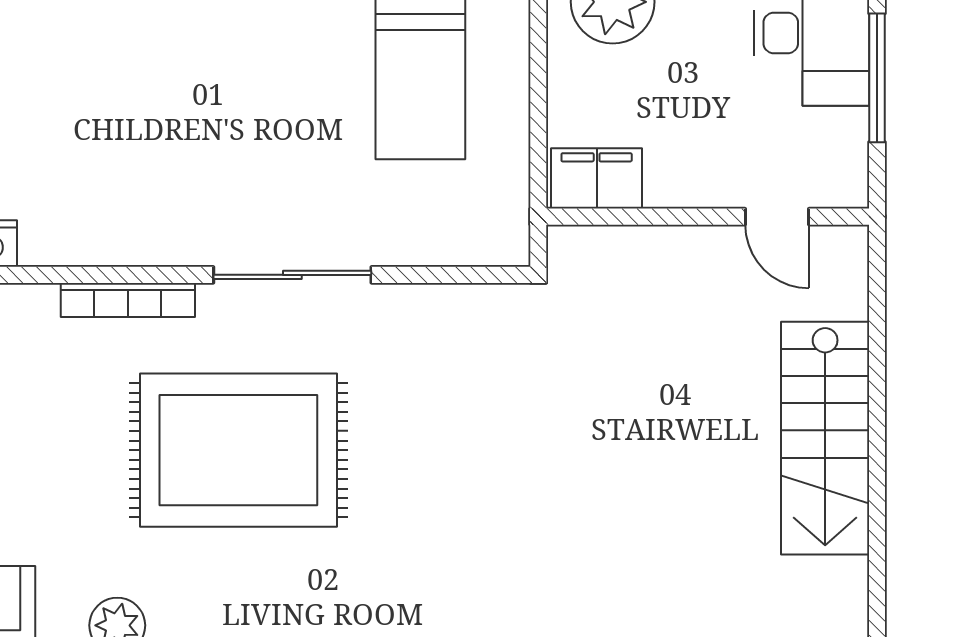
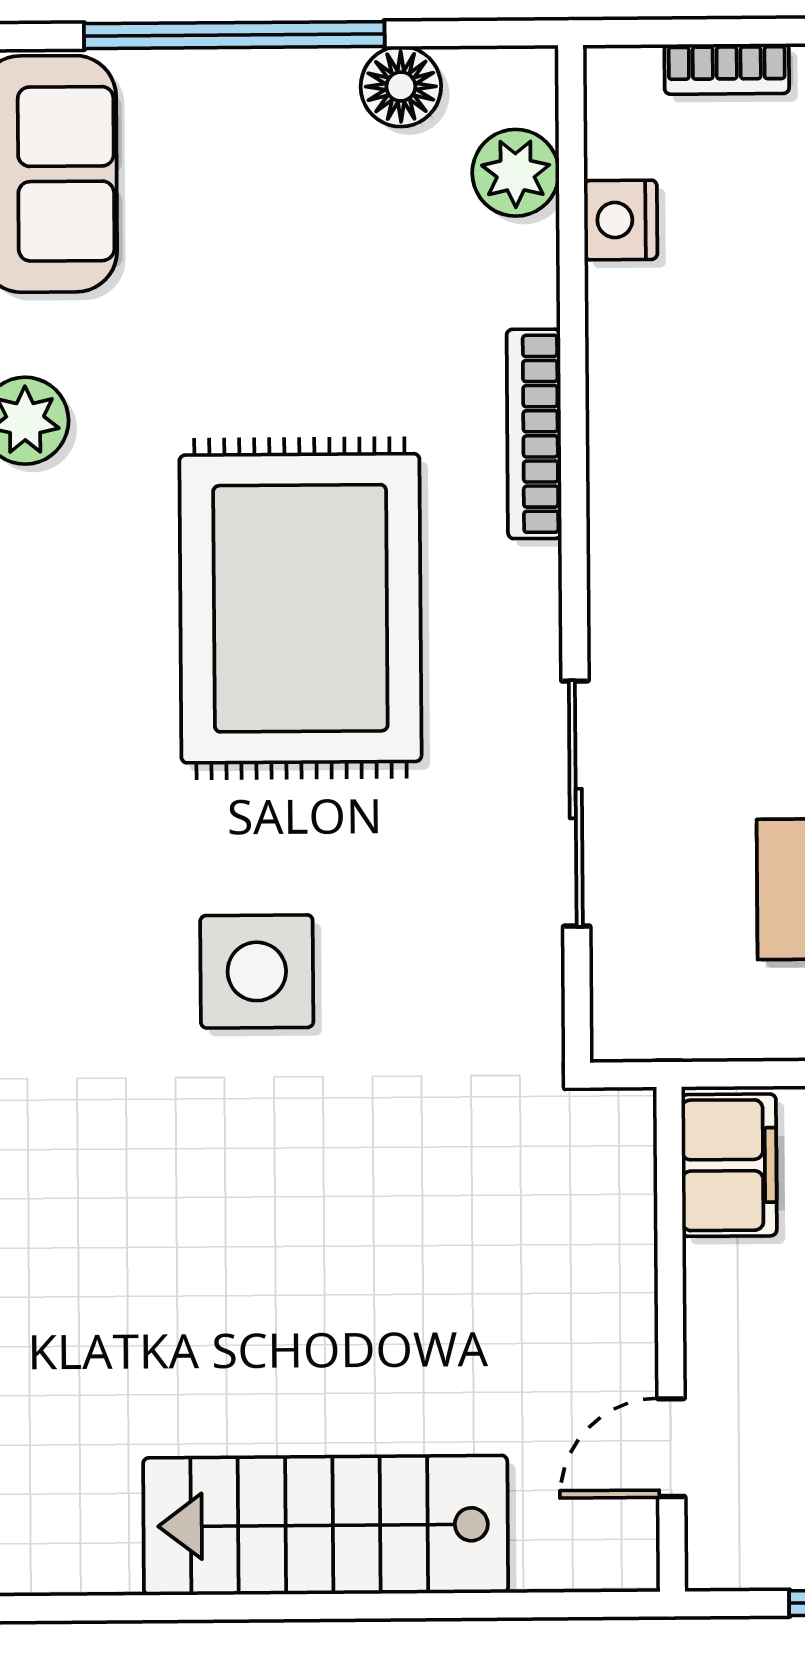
sliding door: (292, 275) -> (576, 804), moved
side table: (471, 480) -> (257, 971), added

